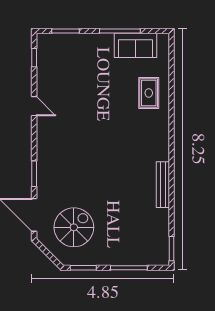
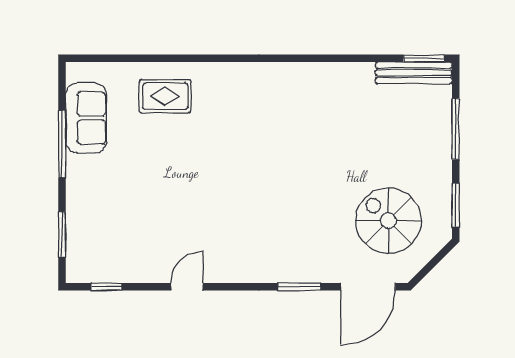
bench: (163, 185) -> (414, 73), moved

